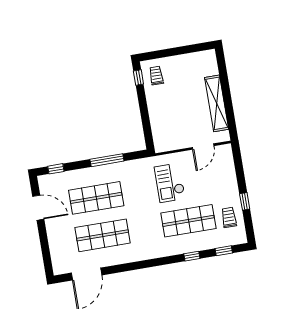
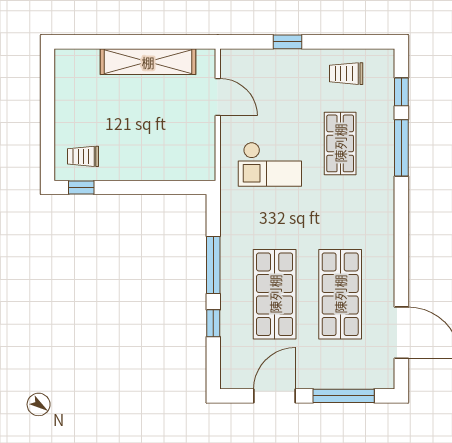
window: (56, 169) -> (213, 323), moved
window: (245, 201) -> (288, 42), moved
shop shelf: (188, 221) -> (340, 143), width x0.70, depth x0.74
window: (45, 247) -> (344, 396), added
window: (192, 256) -> (401, 148), width x2.17

